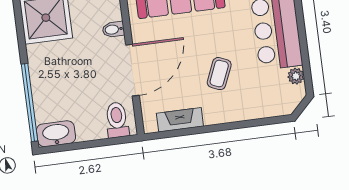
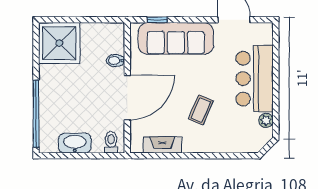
toilet: (117, 120) -> (111, 142), width x0.73, depth x0.72
washbasin: (56, 134) -> (75, 143), moved

